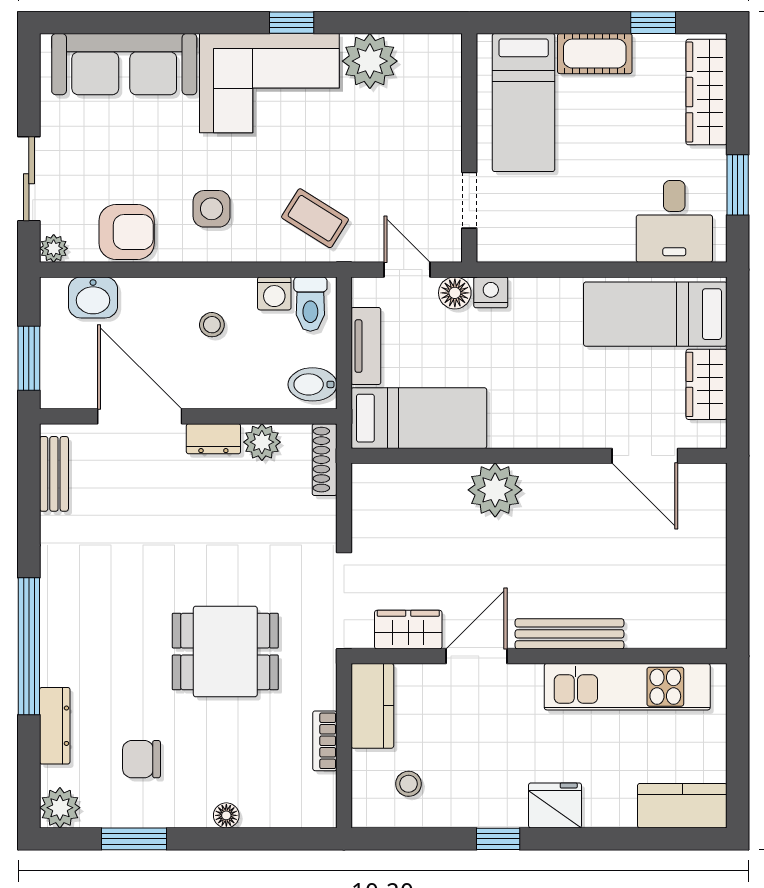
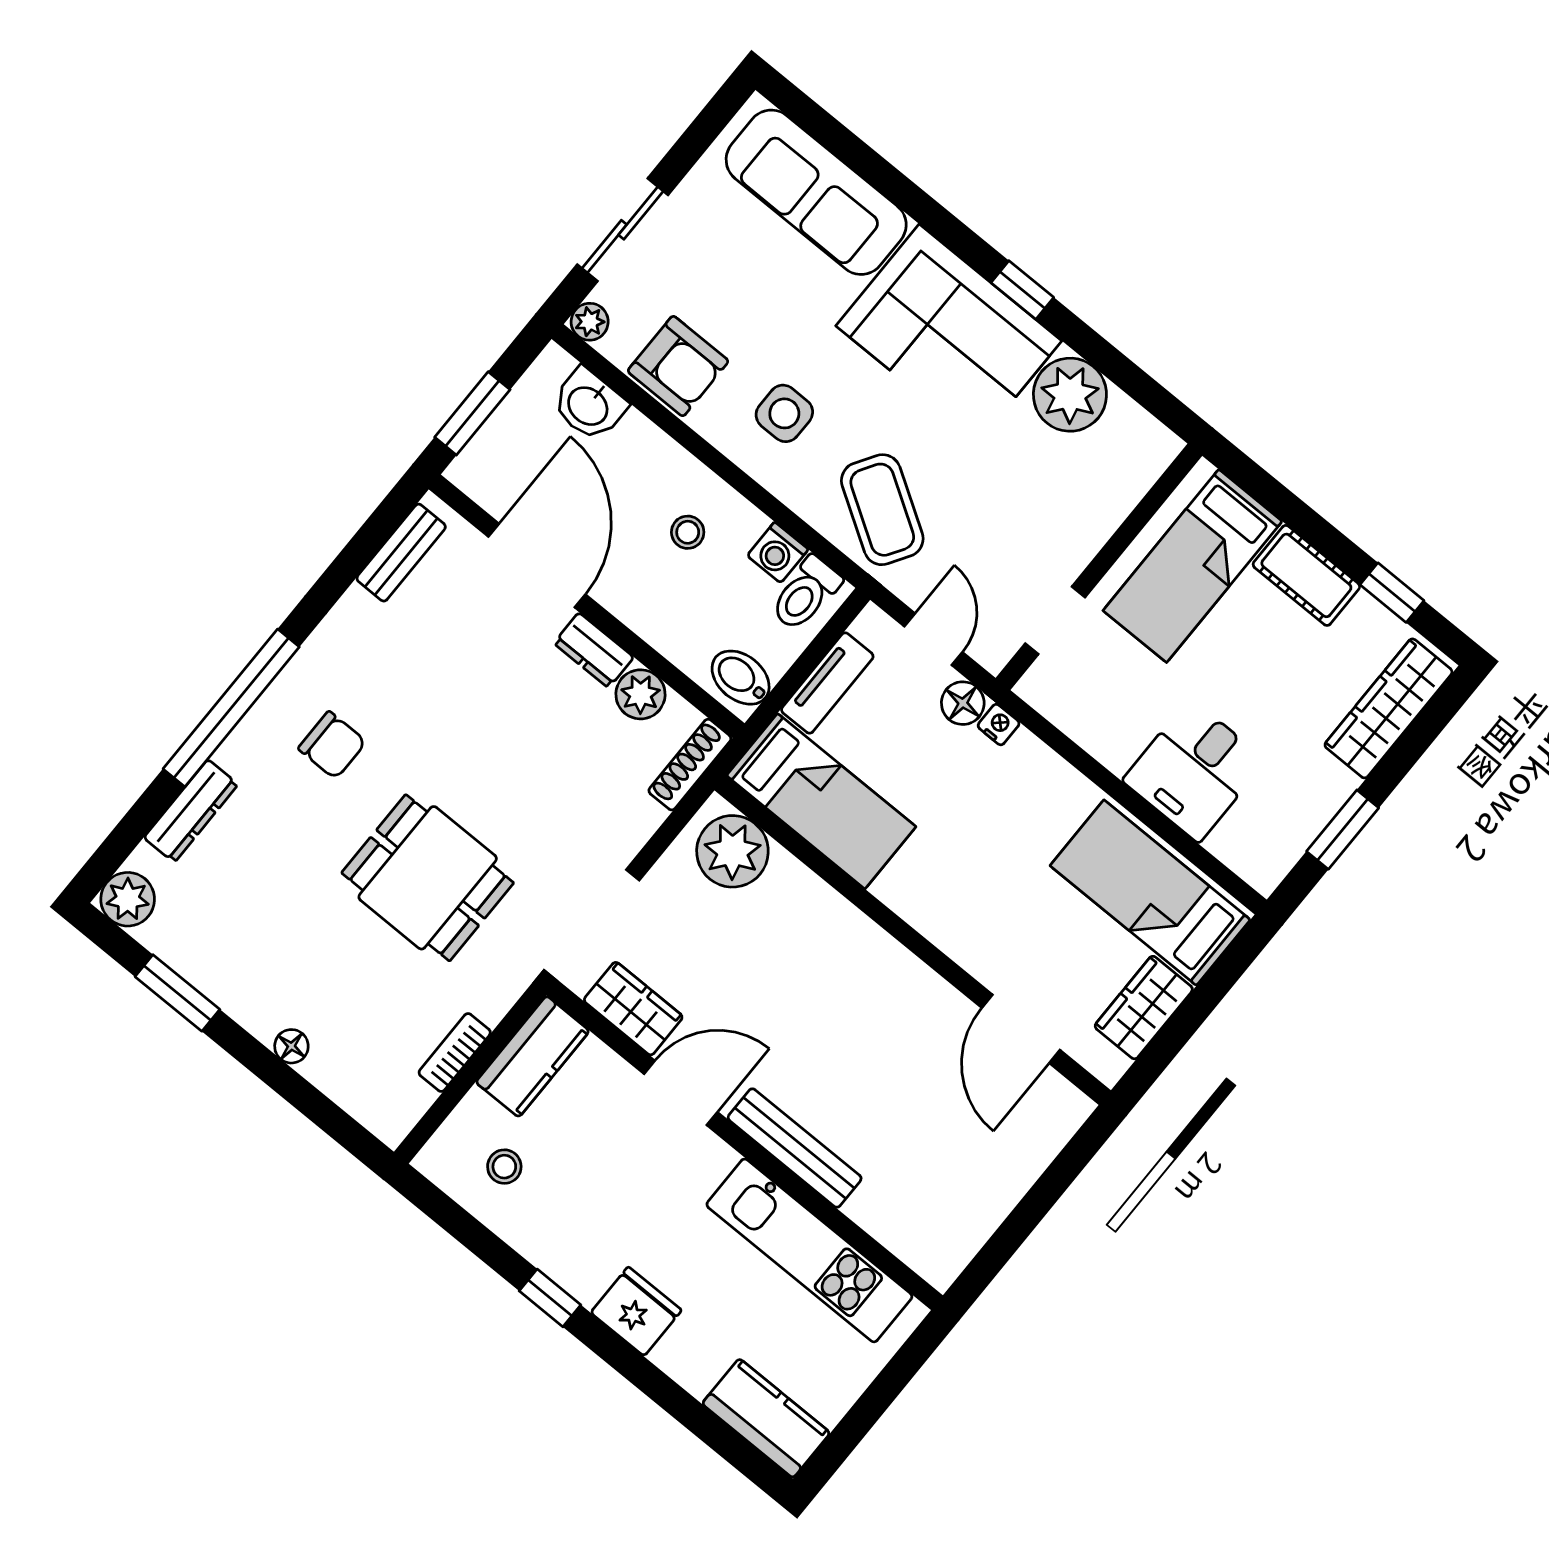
coffee table: (315, 218) -> (882, 510), width x1.36, depth x1.30
desk: (674, 221) -> (1194, 770), moved
nightstand: (491, 292) -> (999, 725), width x0.72, depth x0.74
plant: (495, 490) -> (732, 851), moved
chair: (141, 759) -> (332, 745), moved, turned 180

